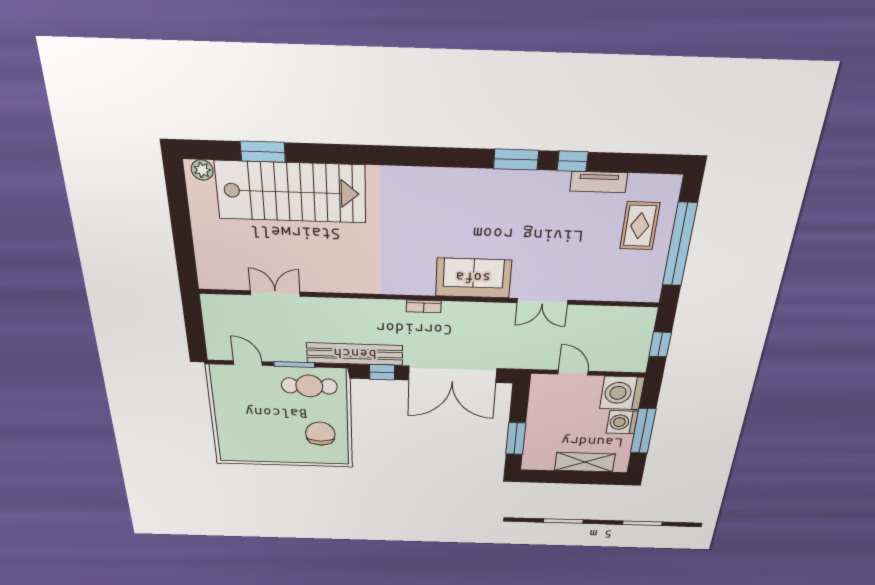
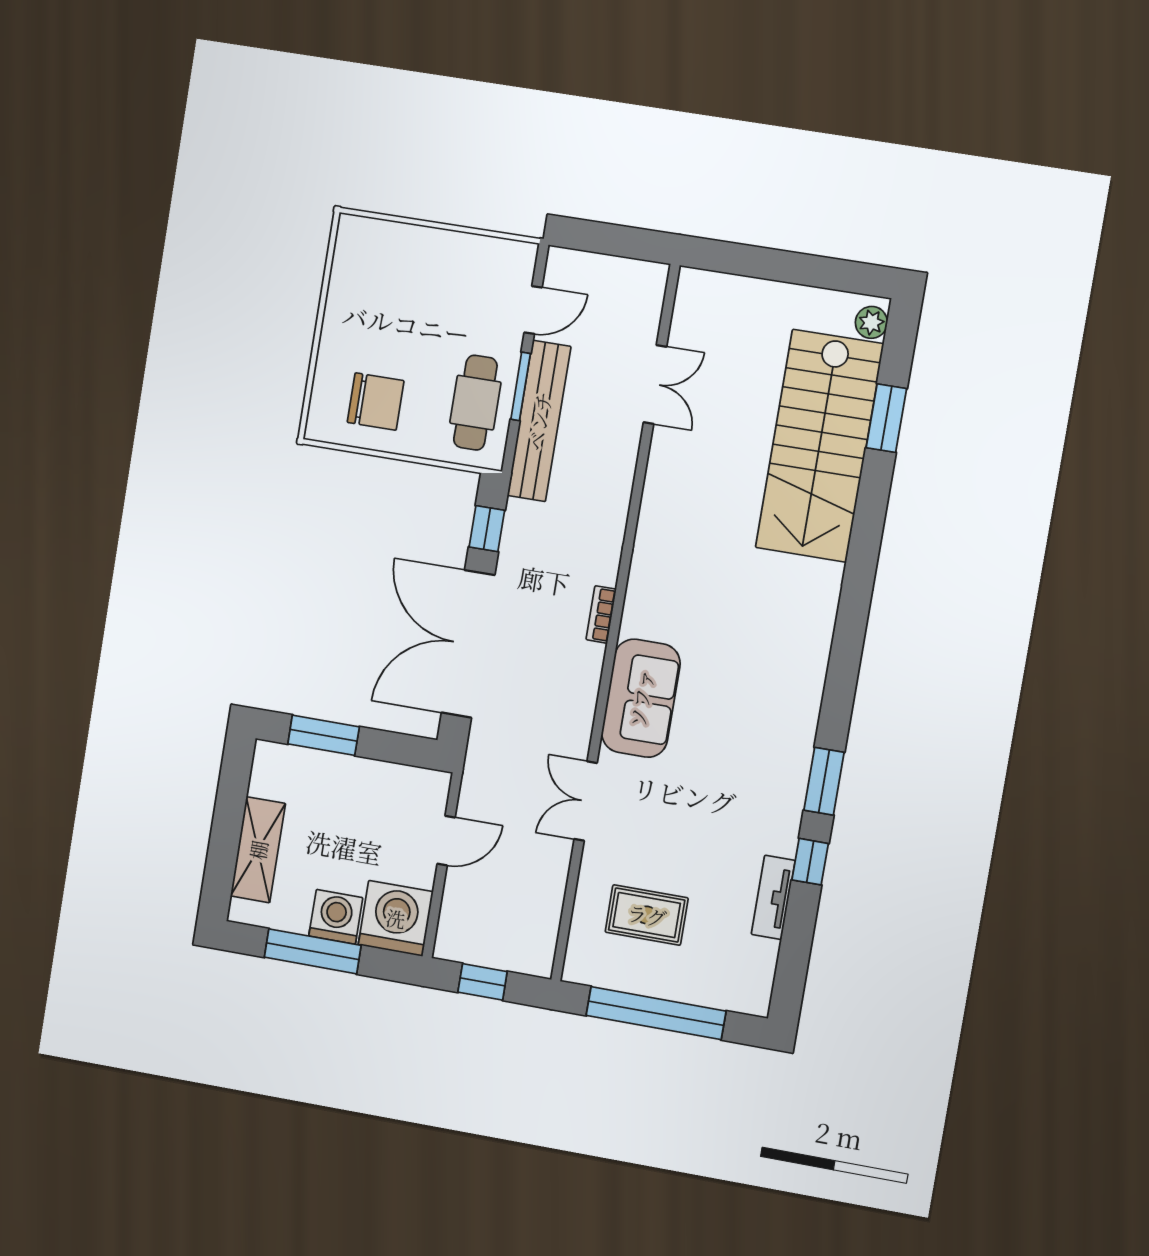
rug: (640, 226) -> (647, 915), moved
bench: (355, 354) -> (539, 421), moved

